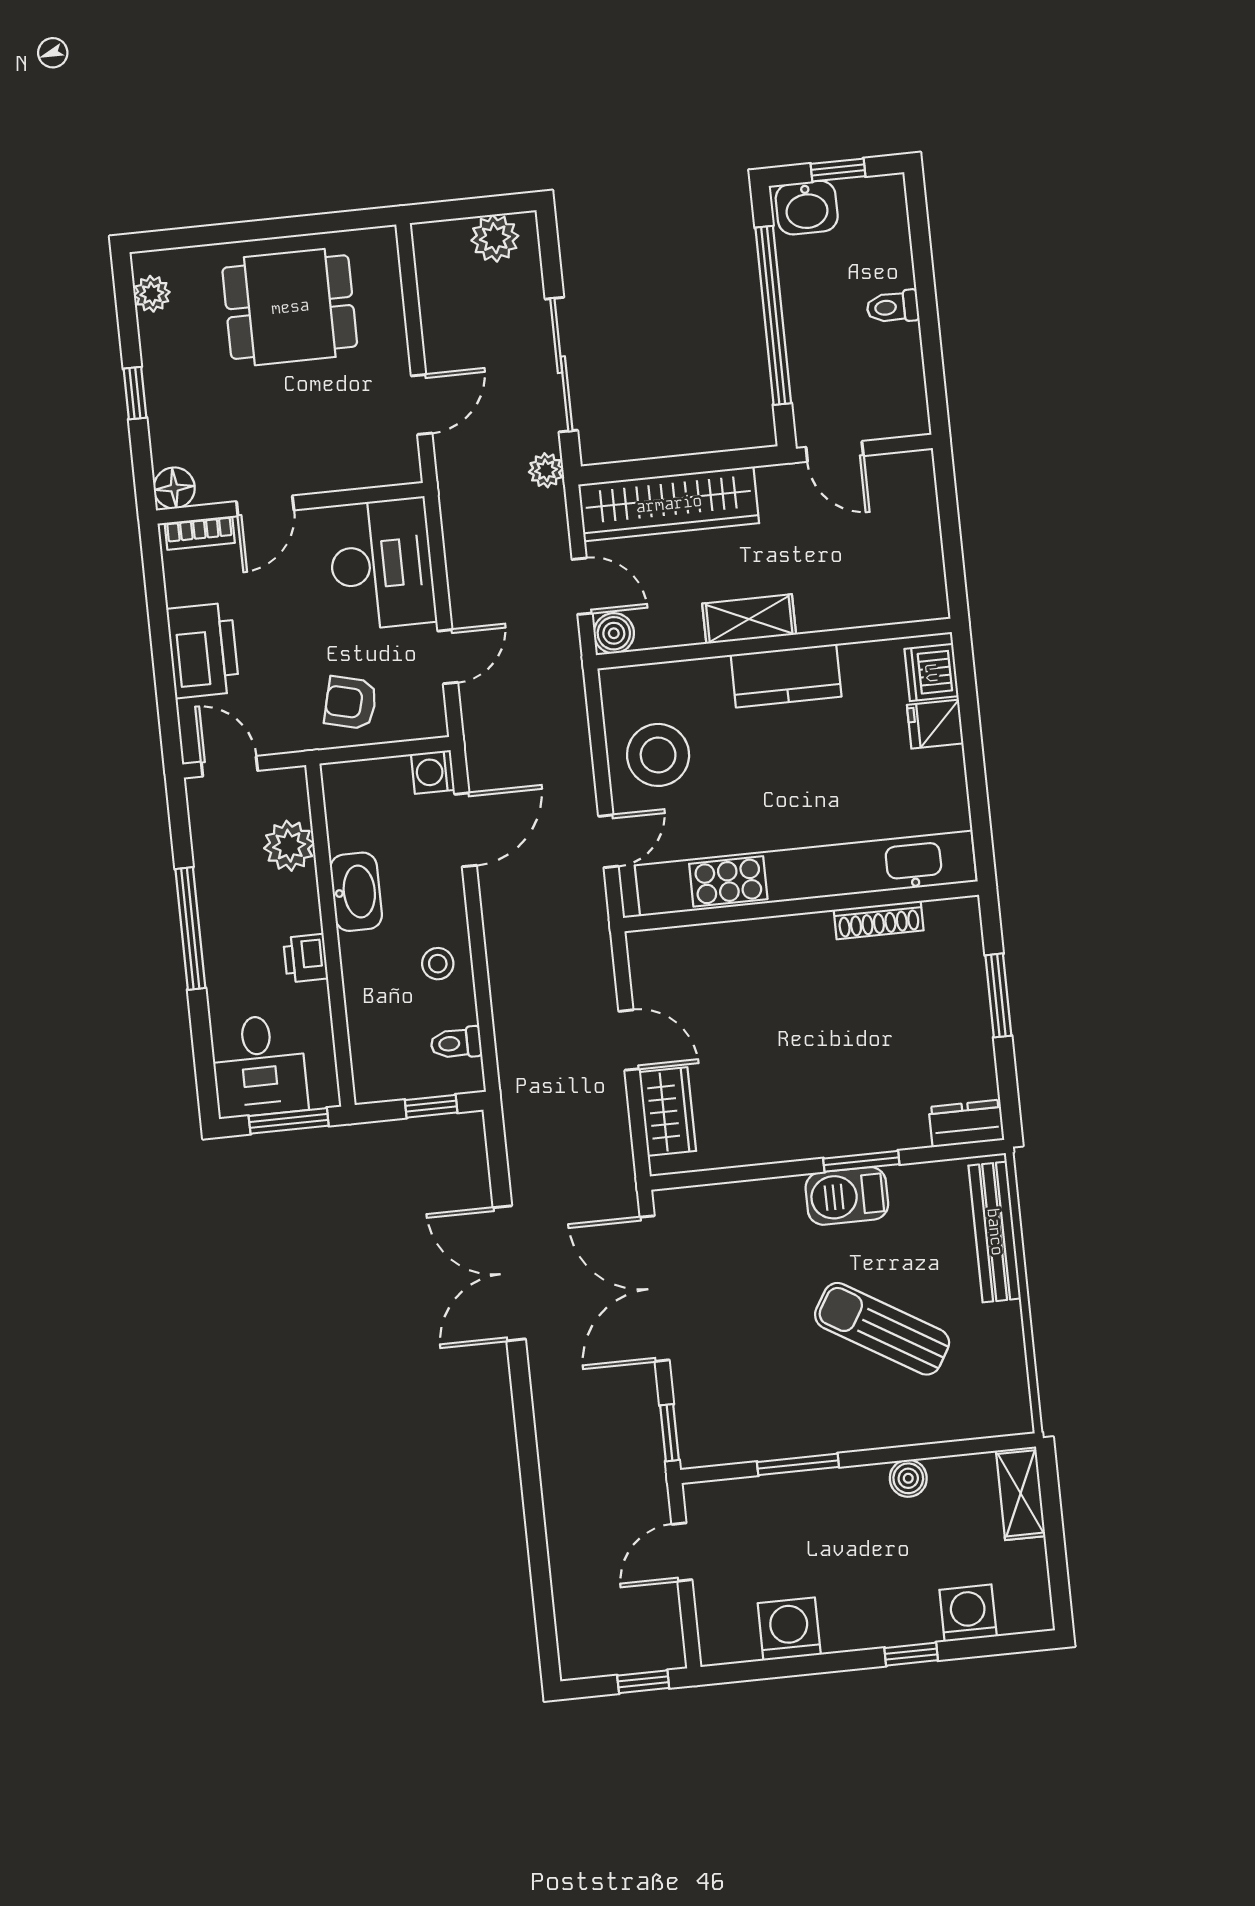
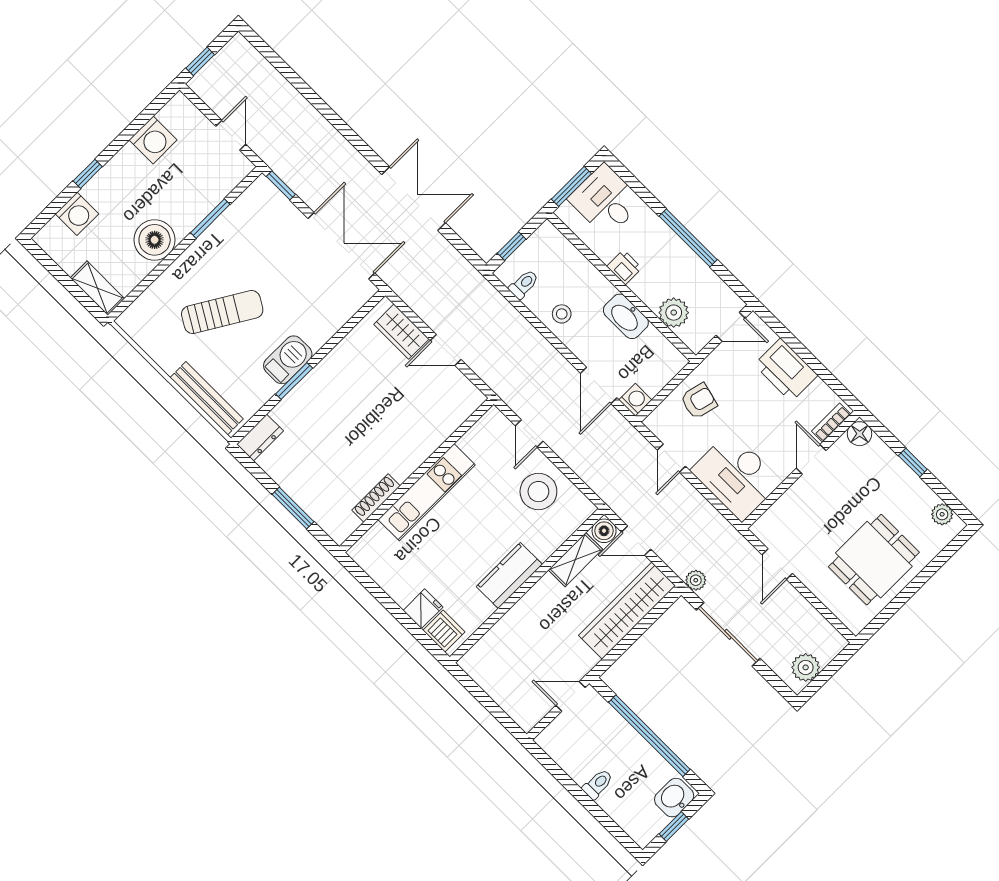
shelving: (749, 619) -> (575, 560), moved
kitchen unit: (806, 873) -> (427, 492), width x0.54
boiler: (908, 1478) -> (155, 240), width x1.86, depth x1.86

